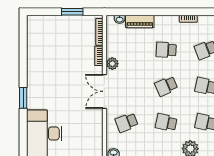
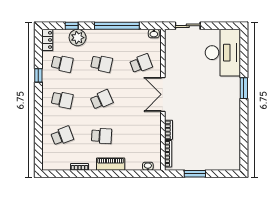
piano: (140, 22) -> (111, 164), moved
plant: (112, 64) -> (155, 122), removed
double door: (104, 91) -> (163, 94), swing flipped

